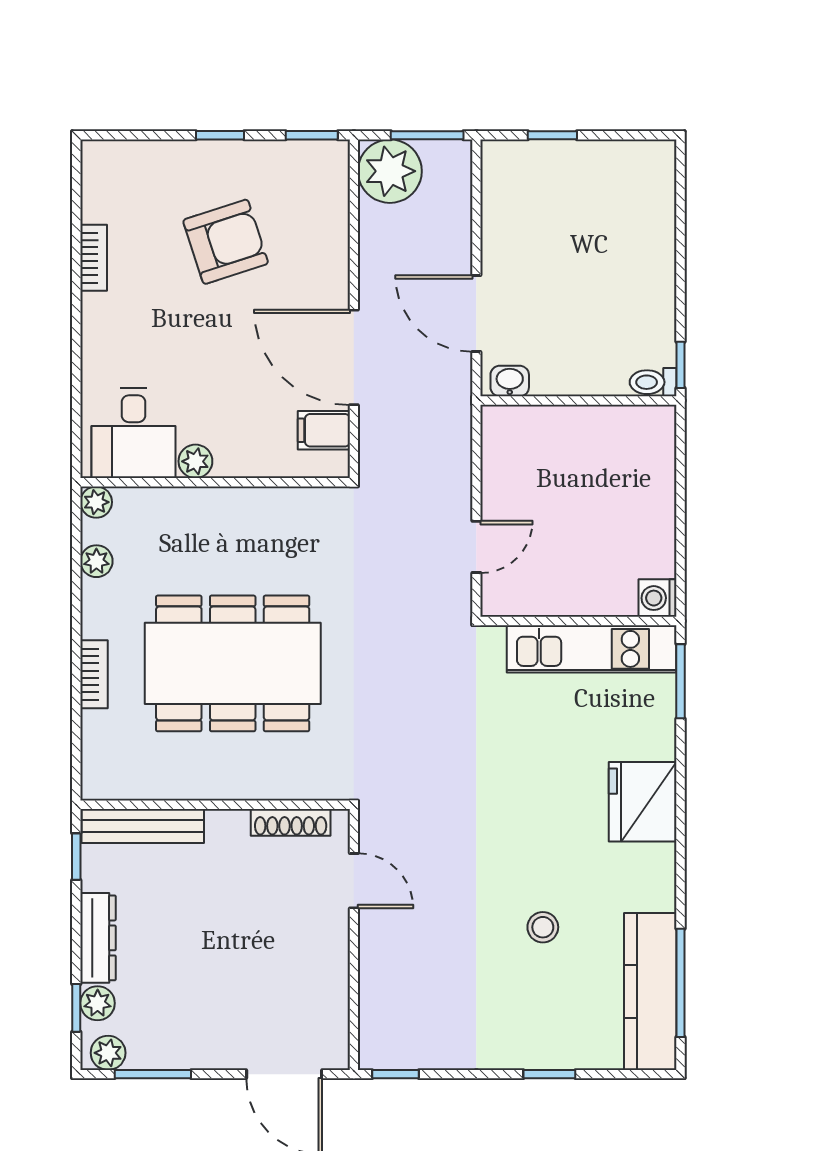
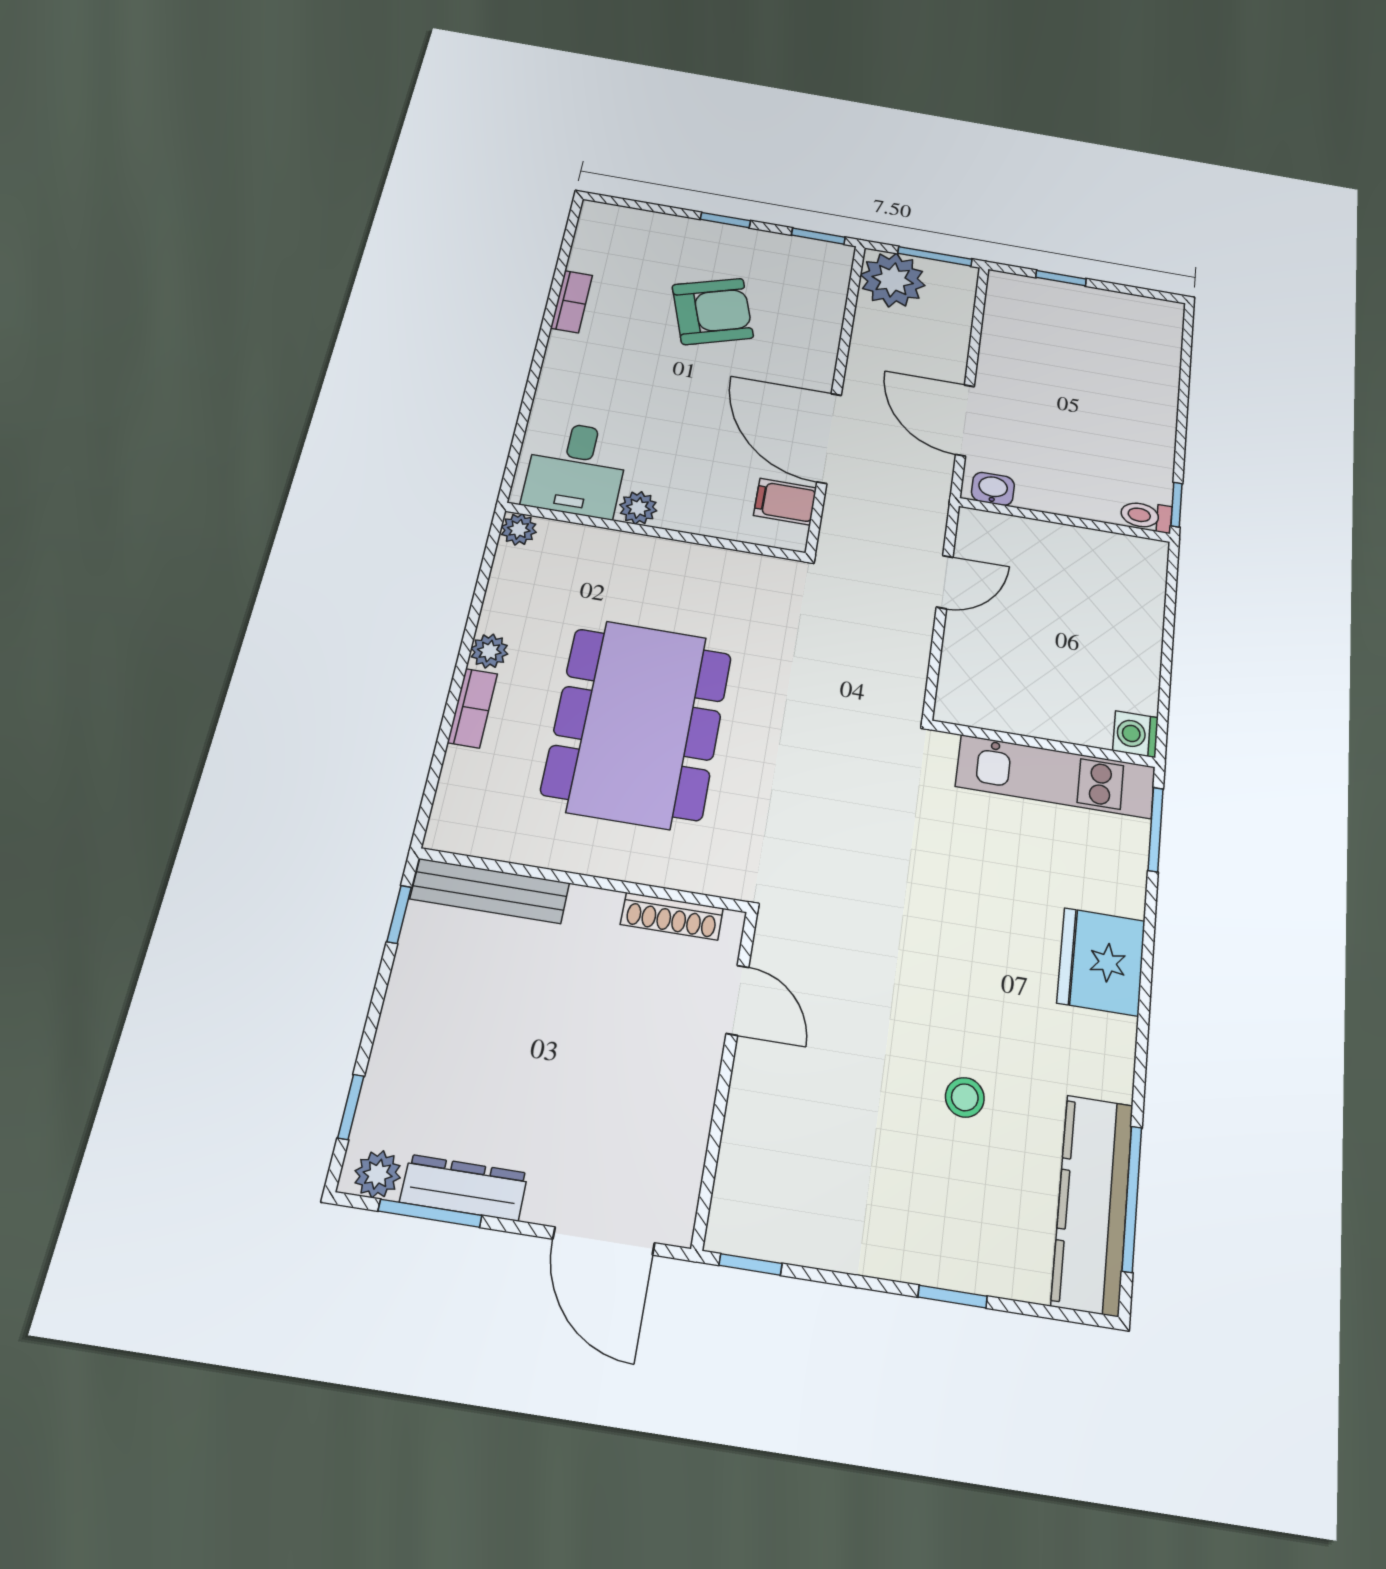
door: (476, 547) -> (945, 582), moved
plant: (96, 561) -> (489, 651), moved
dining table: (233, 663) -> (638, 723), turned 90
dresser: (98, 938) -> (464, 1188), moved, turned -90
plant: (98, 1003) -> (380, 1105), removed

